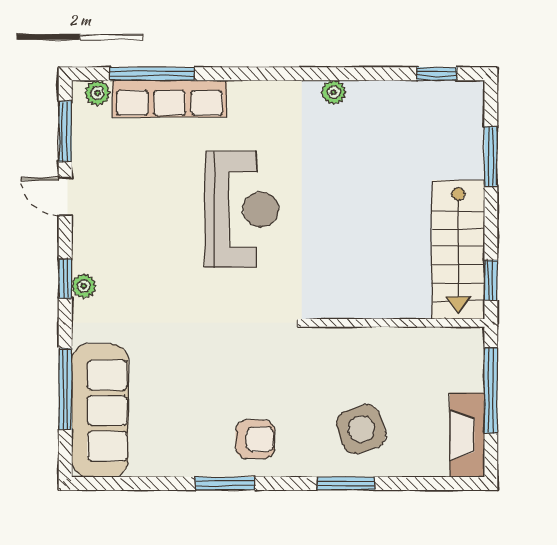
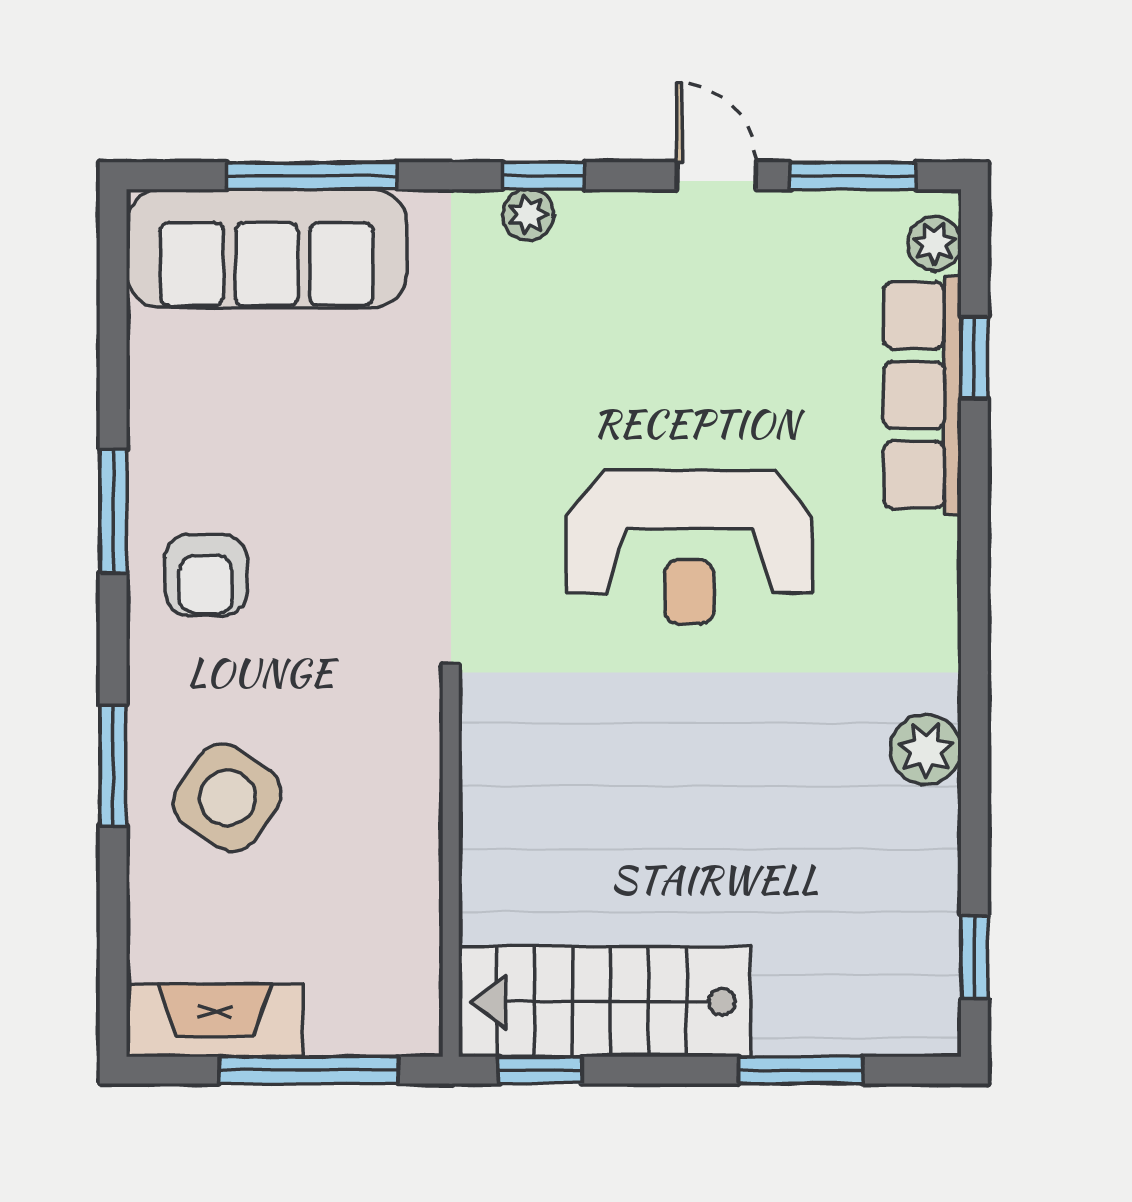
window: (152, 74) -> (974, 357), width x0.46
plant: (334, 92) -> (926, 750), width x1.38, depth x1.38
door: (65, 197) -> (716, 176), hinge flipped
side table: (361, 429) -> (227, 798), turned -38

